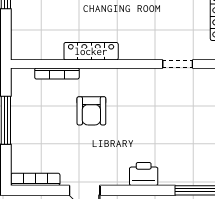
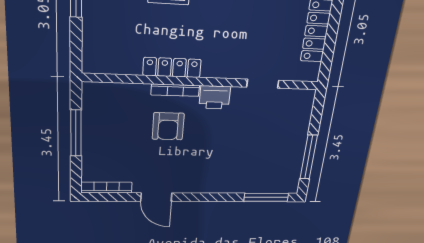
bookcase: (57, 73) -> (175, 90), moved
printer: (144, 174) -> (215, 97), moved, turned 180

